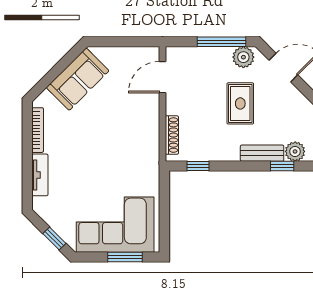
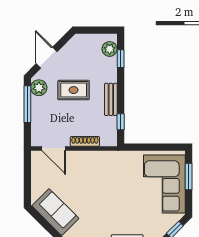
shoe rack: (172, 135) -> (85, 141), moved
bench: (262, 153) -> (111, 99), moved

